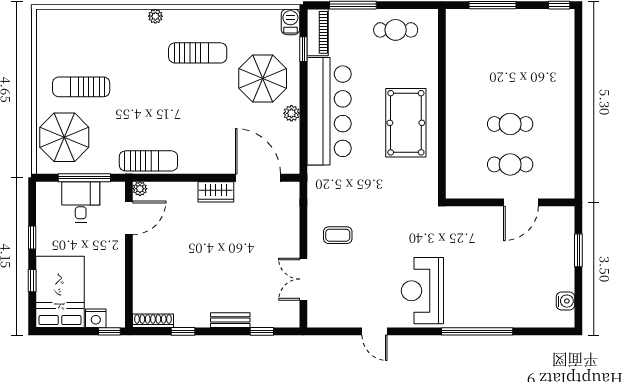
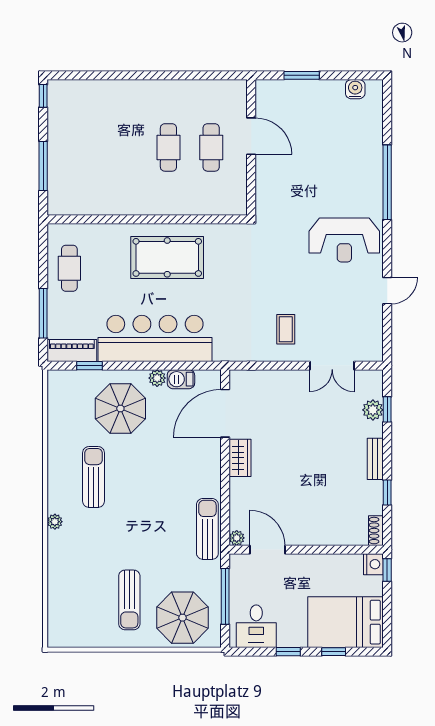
barbecue: (290, 22) -> (181, 379), moved
desk: (81, 202) -> (256, 626), moved, turned -90
nightstand: (96, 318) -> (373, 564), moved
plant: (261, 318) -> (373, 410), added
bench: (230, 320) -> (375, 459), moved
shoe rack: (153, 321) -> (376, 531), width x0.70

